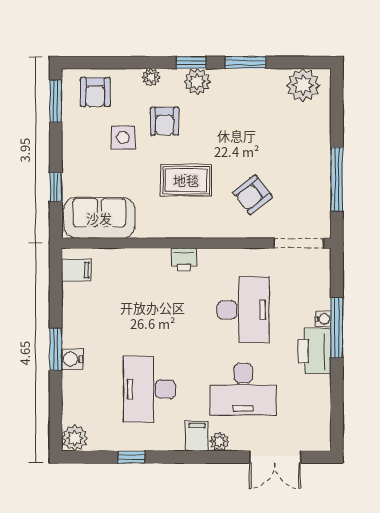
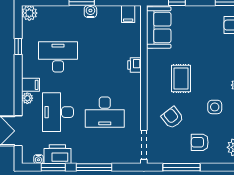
armchair: (165, 121) -> (200, 142), moved
side table: (123, 138) -> (215, 107), moved
printer: (184, 259) -> (134, 65), moved
water cooler: (323, 319) -> (38, 159), moved
printer: (315, 351) -> (57, 154), moved
water cooler: (72, 359) -> (90, 11), moved
window: (337, 397) -> (53, 167), added

